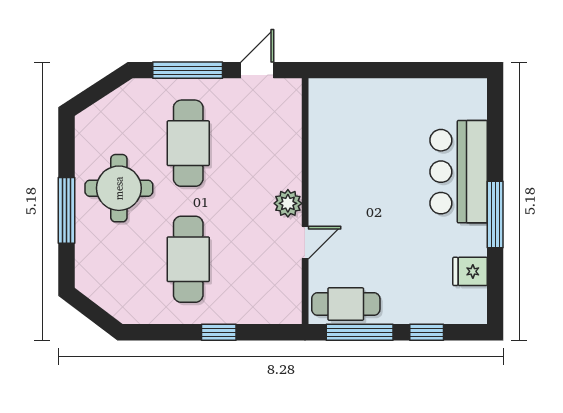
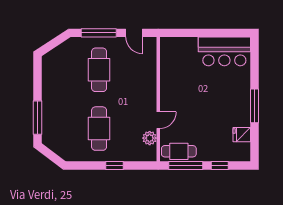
door: (257, 70) -> (134, 33), swing flipped
bar counter: (459, 172) -> (224, 51), moved, turned -90
round table: (119, 188) -> (64, 93), removed
plant: (288, 203) -> (150, 138), moved
window: (67, 210) -> (37, 118), moved

